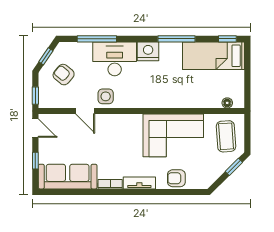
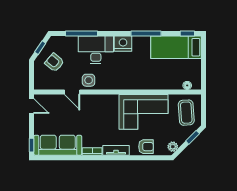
window: (35, 96) -> (32, 80), removed
window: (35, 161) -> (32, 145), moved
armchair: (176, 178) -> (146, 147), turned 180
plant: (209, 178) -> (173, 147), added

